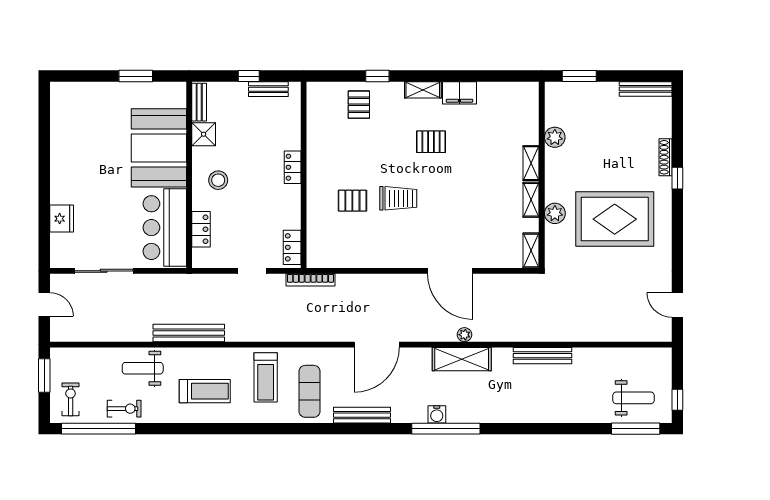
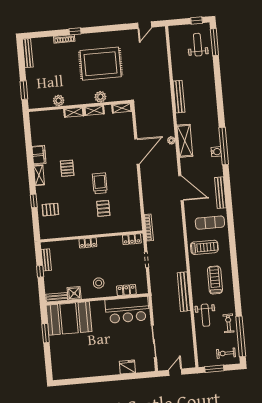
booth: (159, 148) -> (69, 318), moved
rug: (615, 219) -> (101, 64), turned 90

